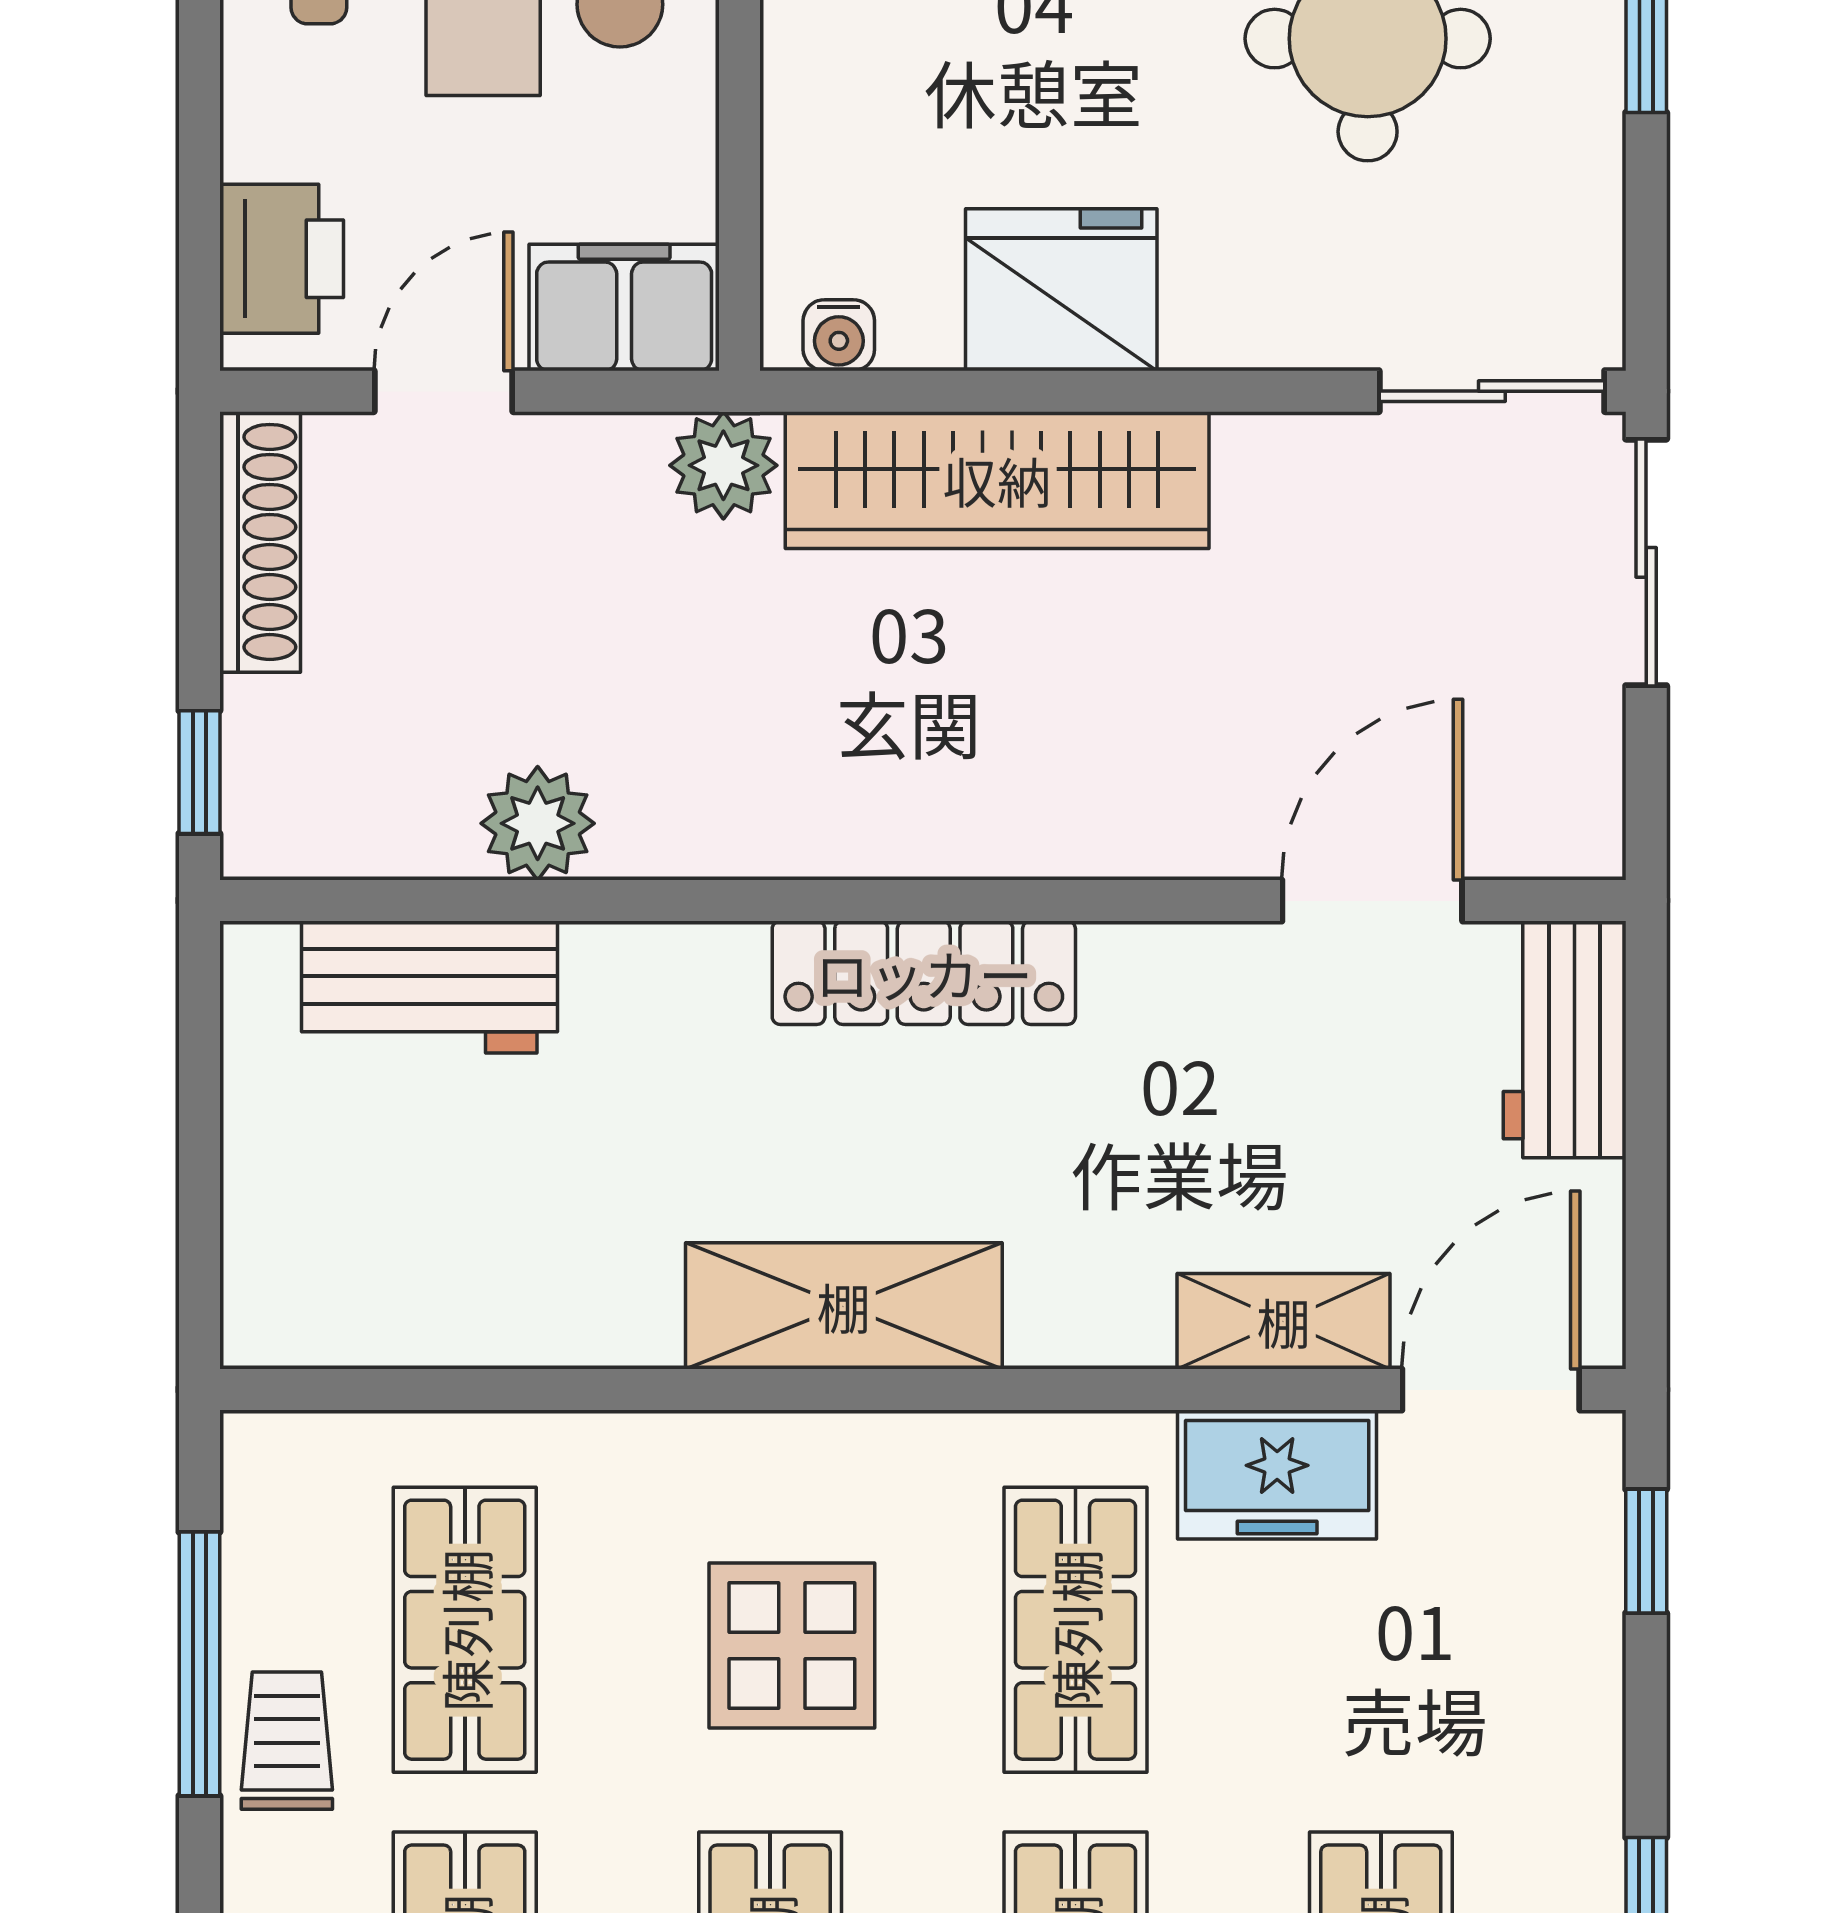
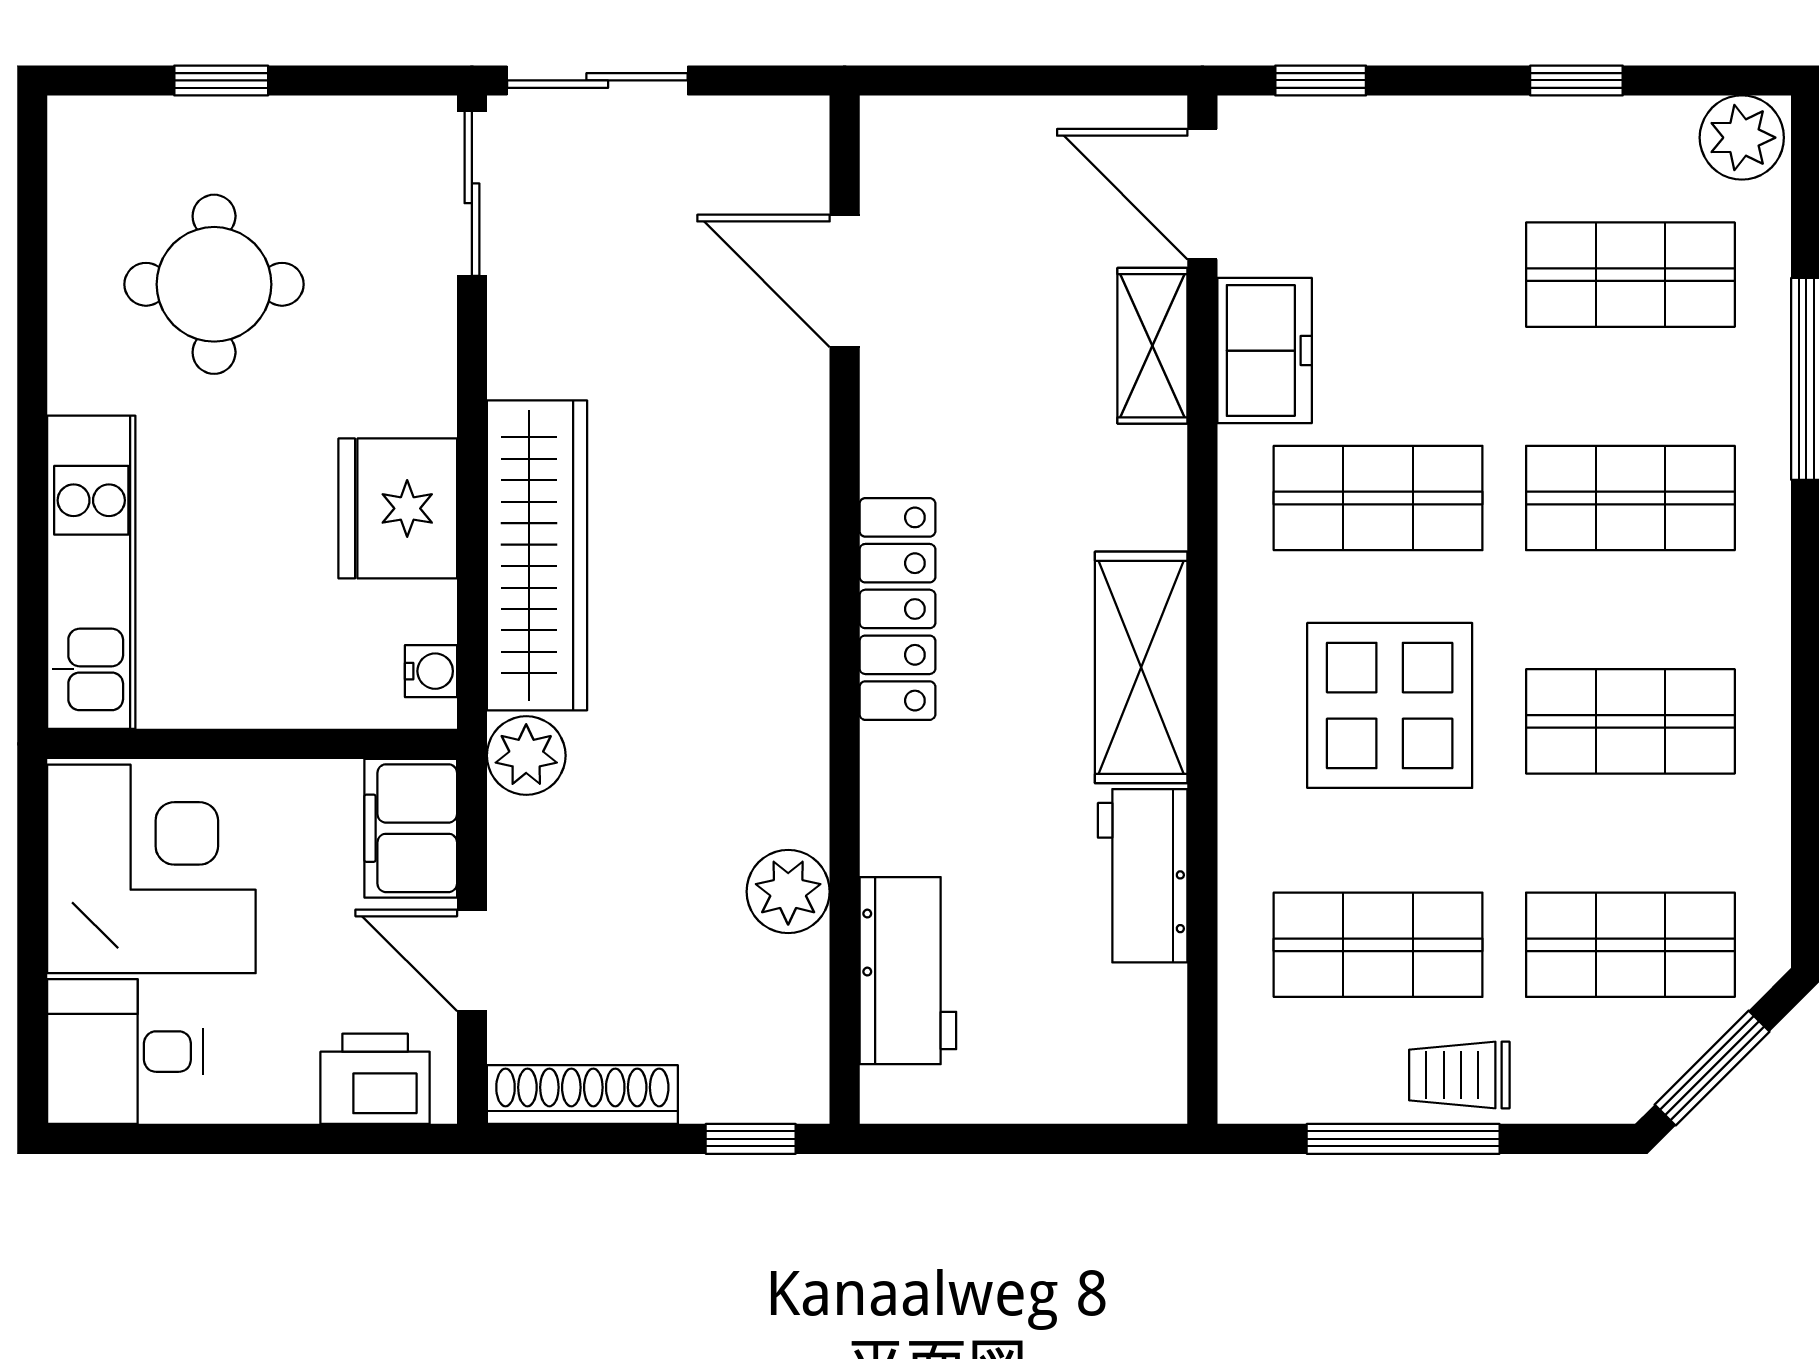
workbench: (1565, 1039) -> (1143, 876), moved, turned 90
display table: (792, 1646) -> (1390, 705), width x1.36, depth x1.36

